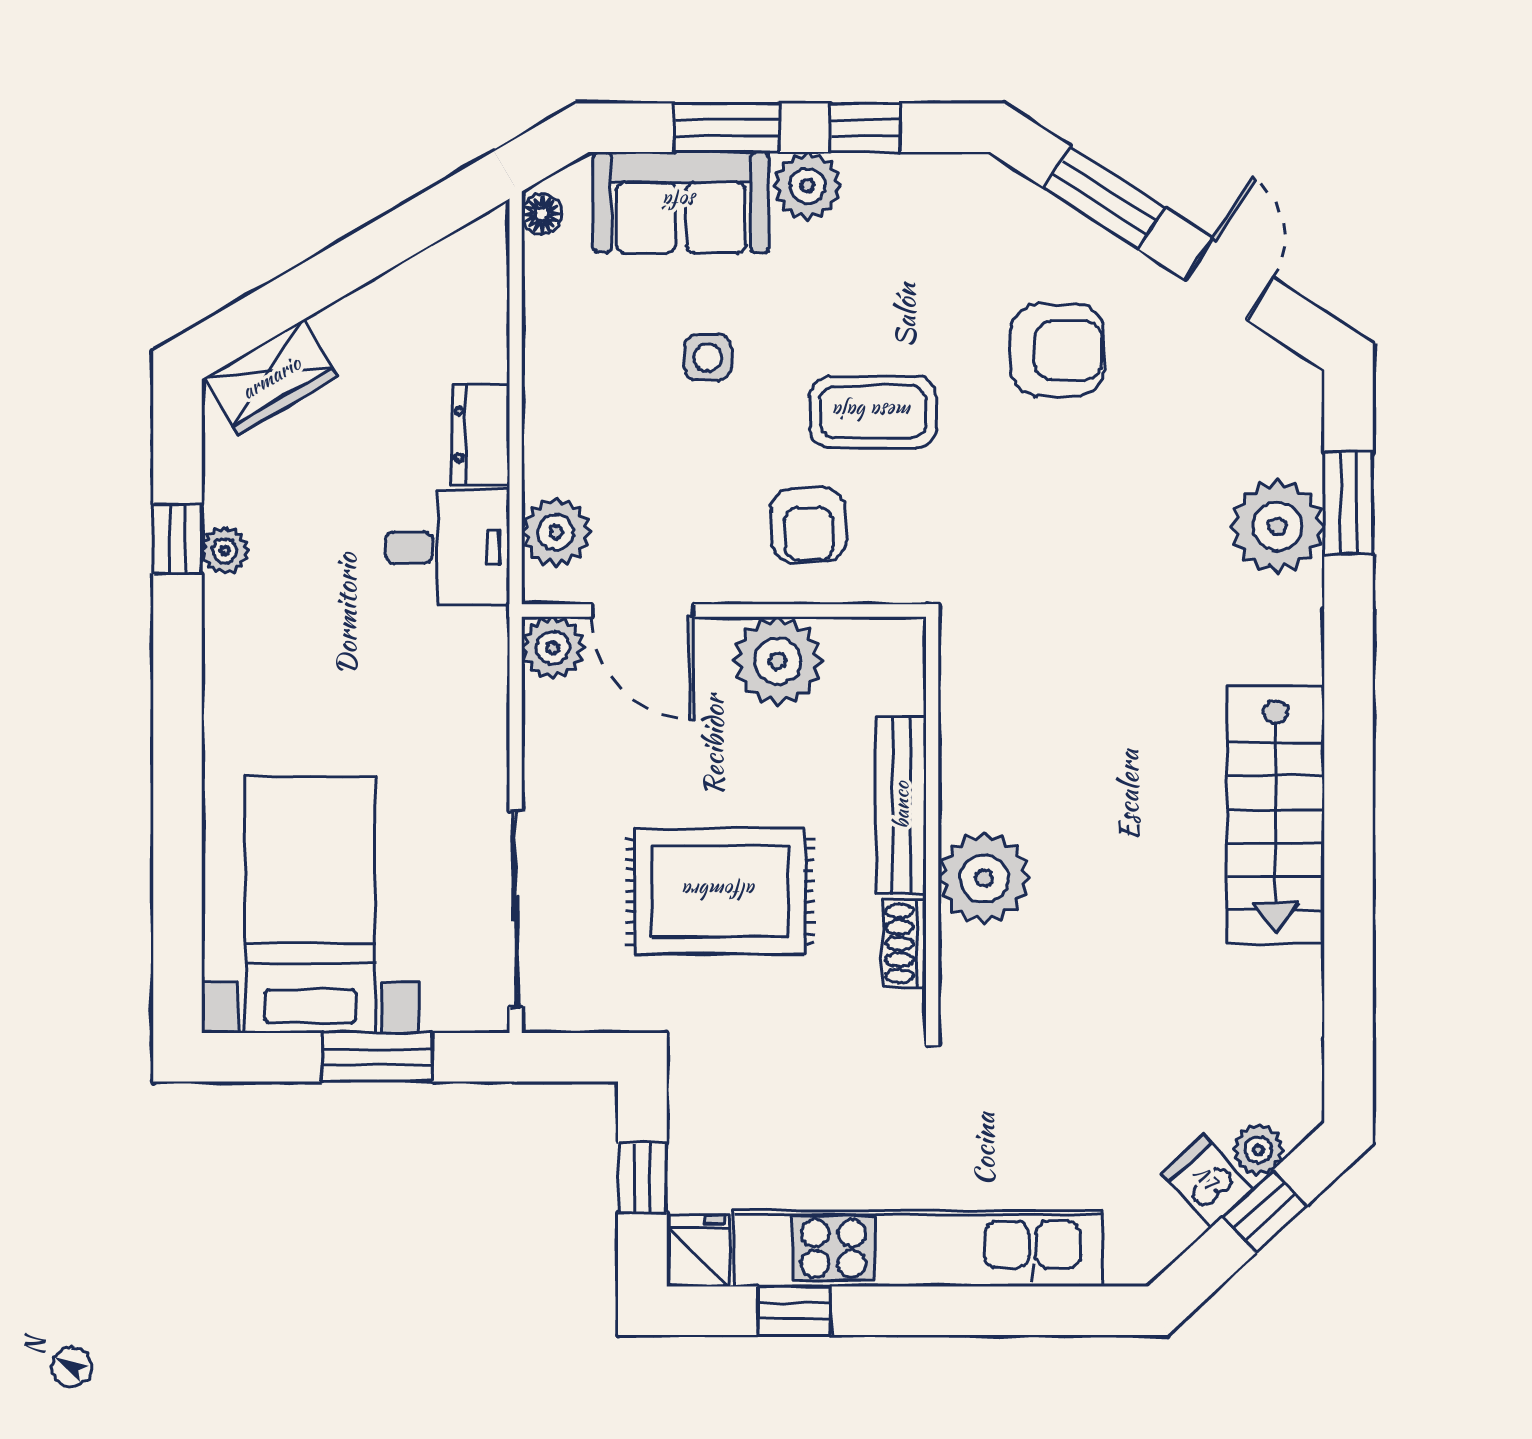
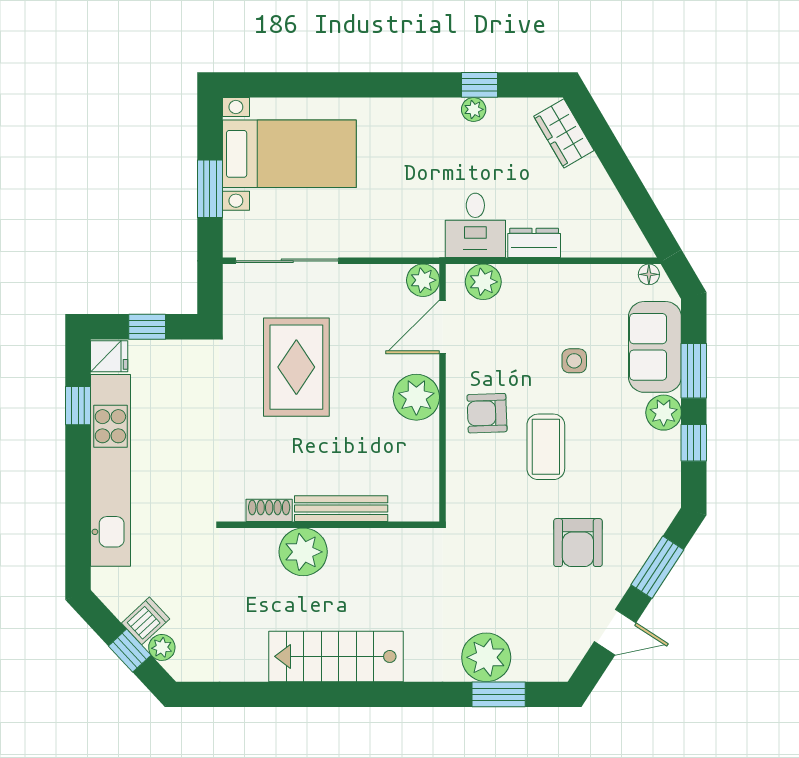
bench: (901, 805) -> (341, 509), moved
wall: (932, 825) -> (331, 525), moved
plant: (984, 878) -> (303, 552), moved
shoe rack: (905, 944) -> (269, 510), moved

